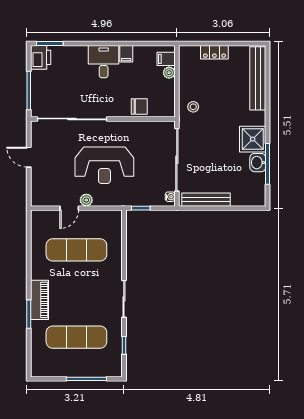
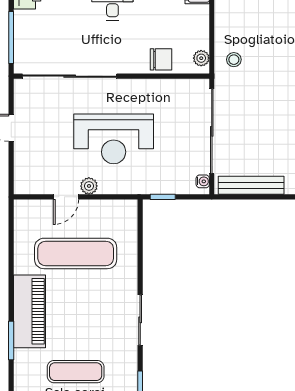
plant: (169, 73) -> (201, 58), moved
piano: (39, 300) -> (30, 311), width x1.37, depth x1.33
exercise mat: (76, 337) -> (76, 372), width x0.73, depth x0.69

